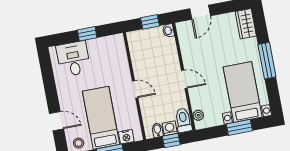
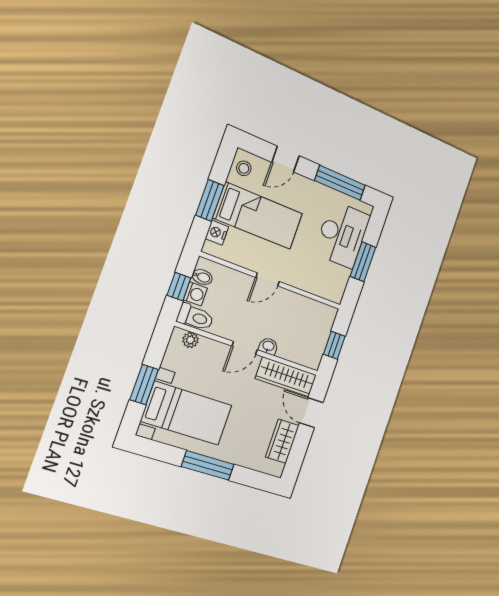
wardrobe: (246, 24) -> (282, 441), moved, turned -90
washbasin: (168, 31) -> (268, 346), moved
window: (87, 34) -> (363, 262), width x1.50
wardrobe: (187, 42) -> (286, 377), added
desk: (73, 59) -> (342, 235), width x1.37
window: (48, 78) -> (340, 183), added

